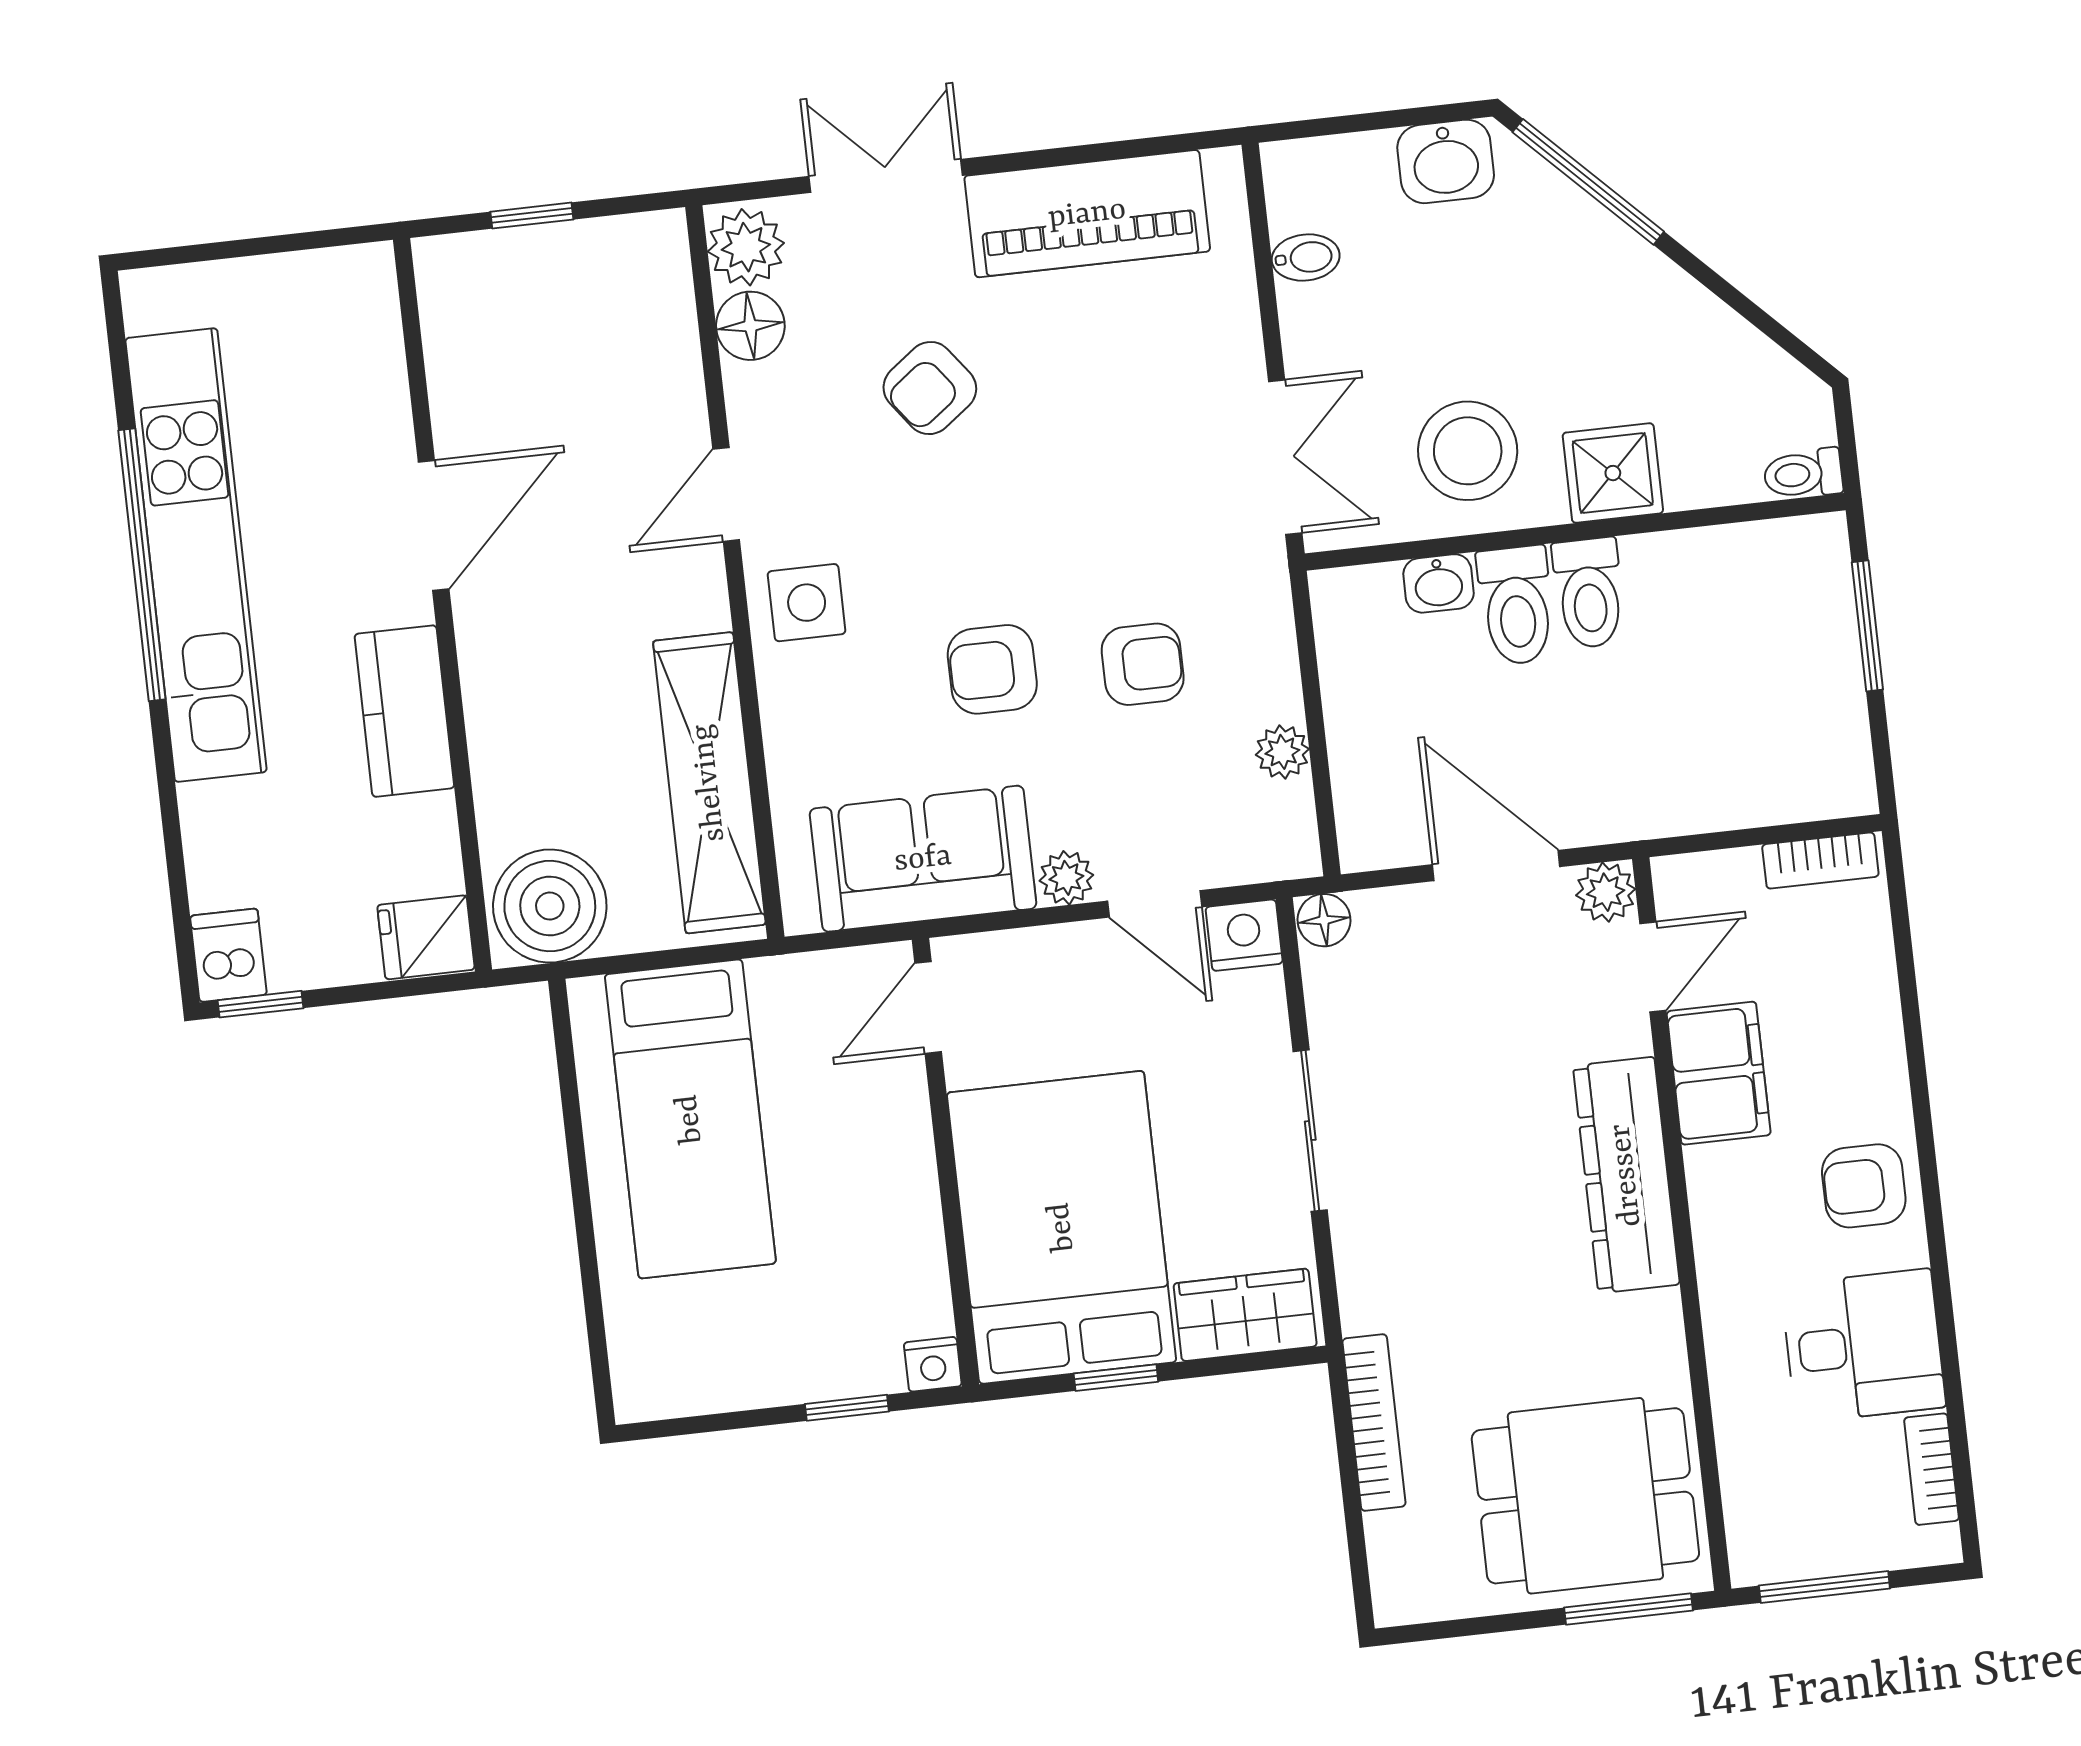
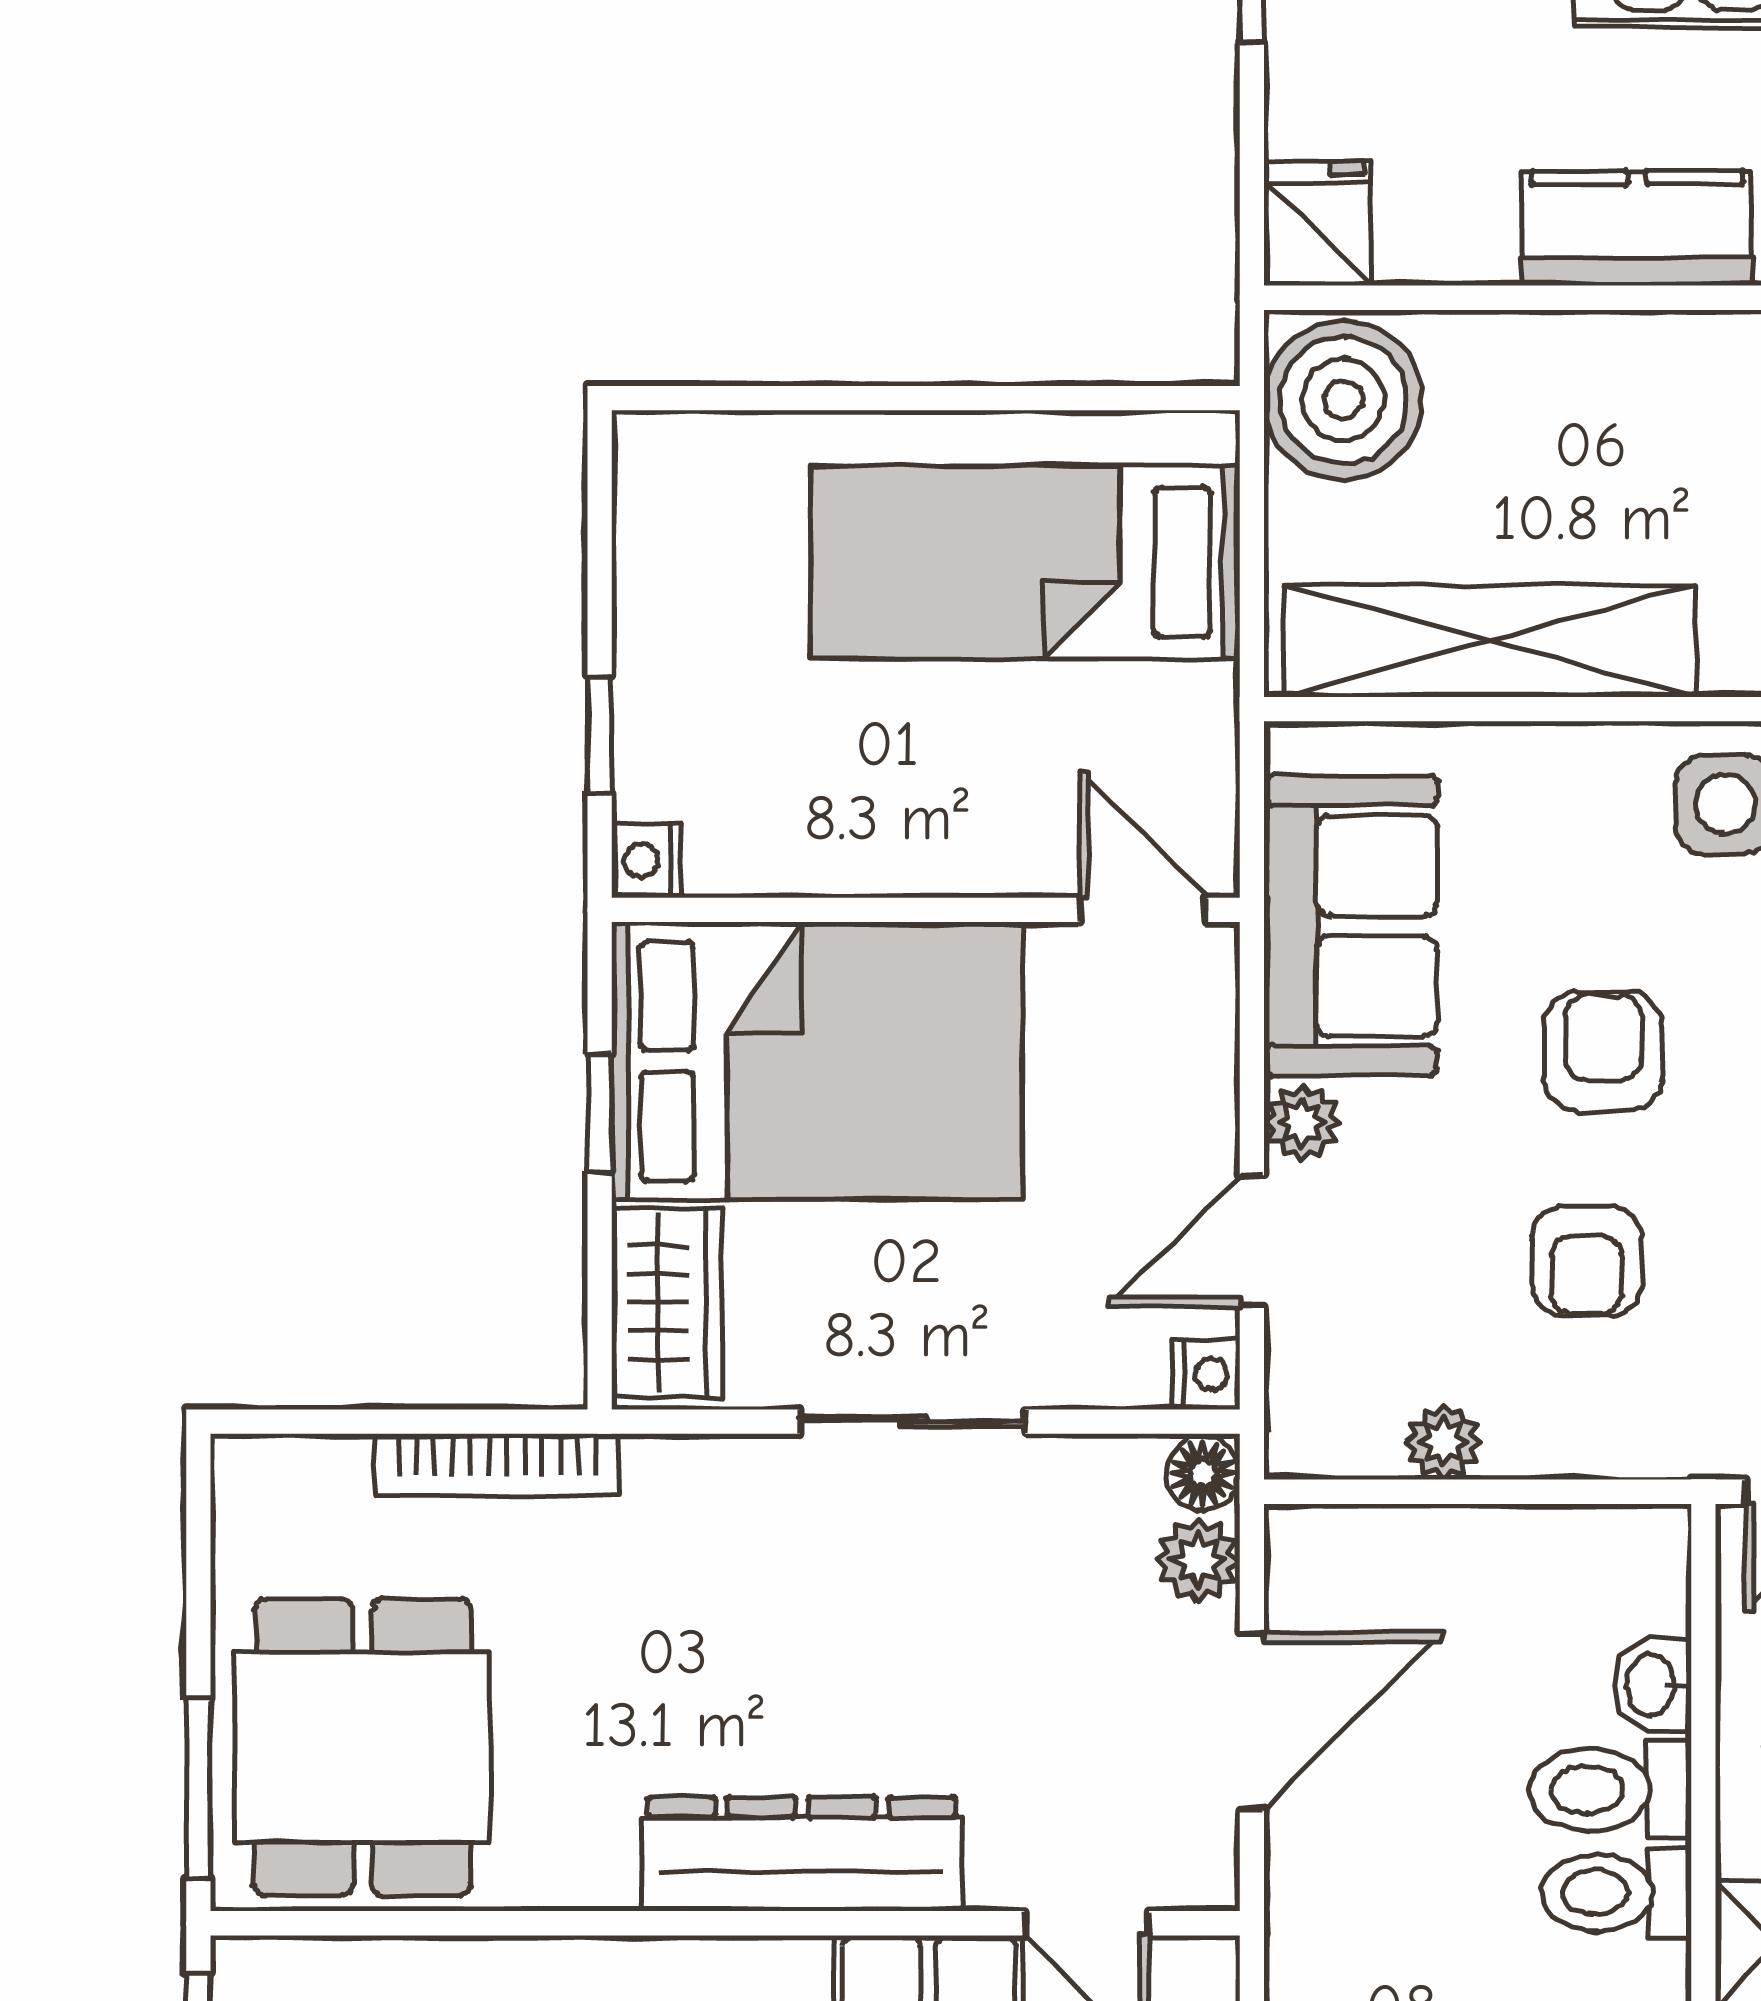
plant: (1606, 892) -> (1198, 1560), moved
nightstand: (1244, 935) -> (1206, 1374), width x0.72, depth x0.74

